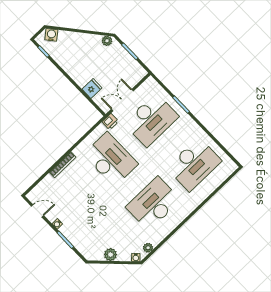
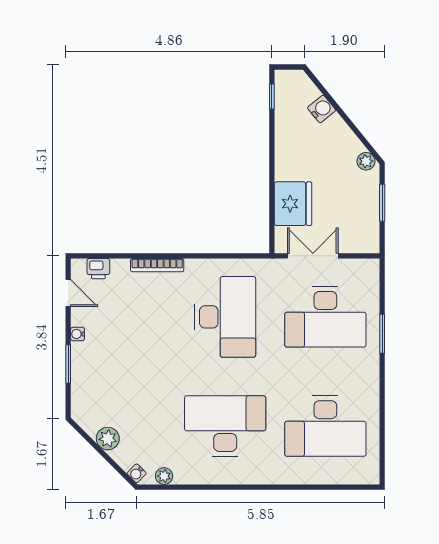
water cooler: (51, 35) -> (322, 109), moved
fridge: (92, 88) -> (293, 204), width x1.88, depth x1.34
printer: (110, 122) -> (98, 269), moved

